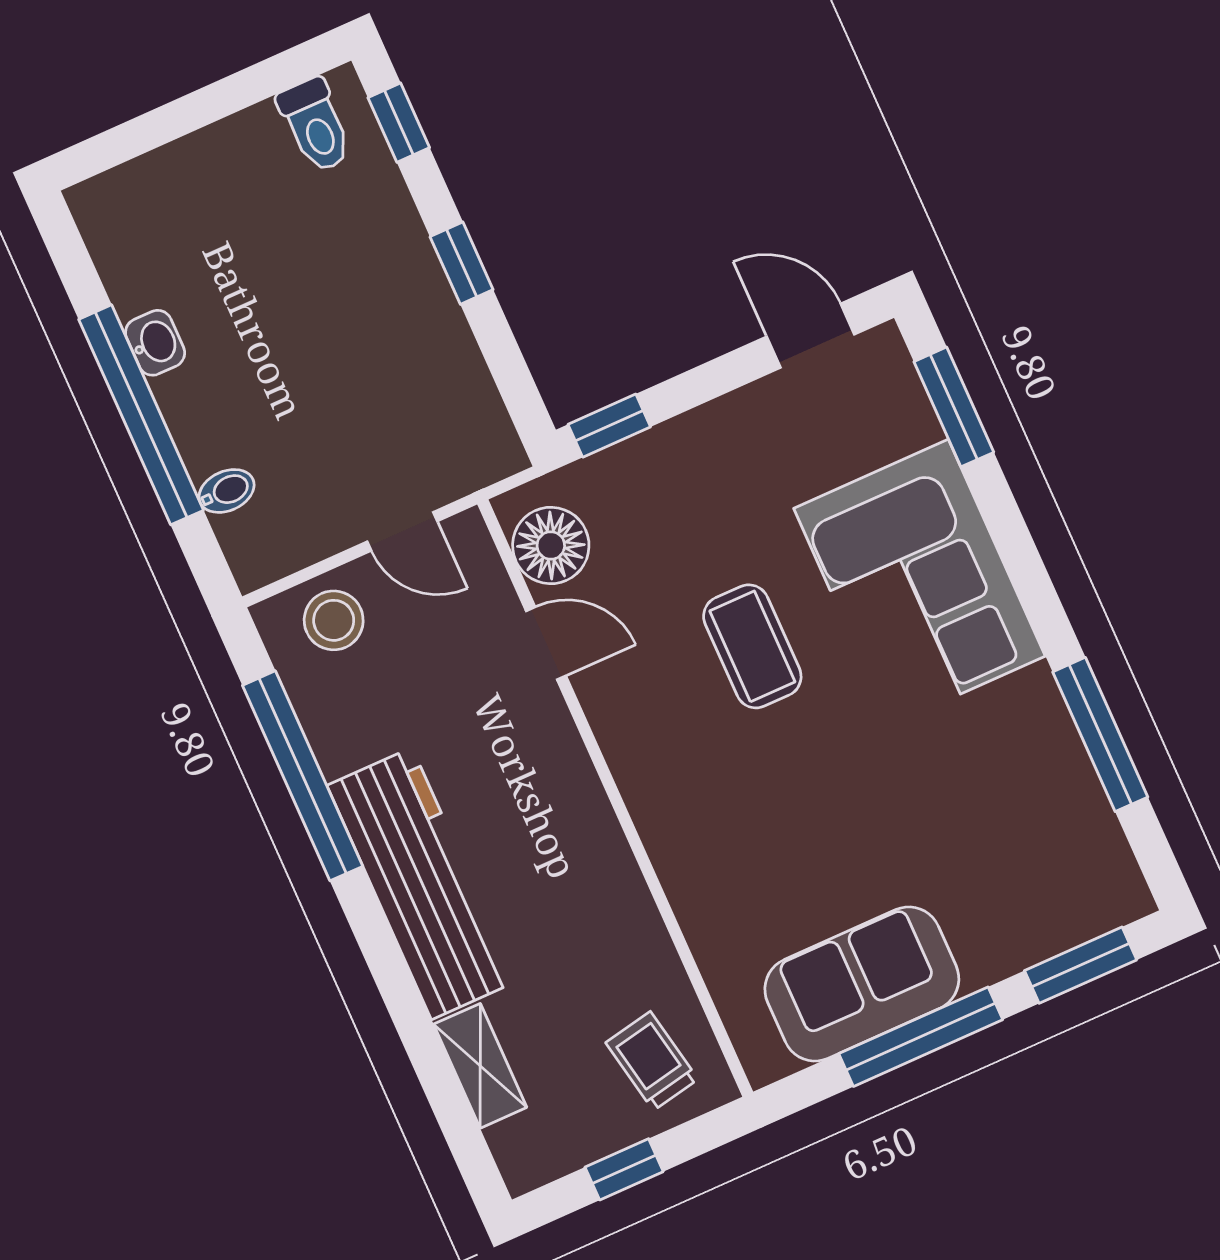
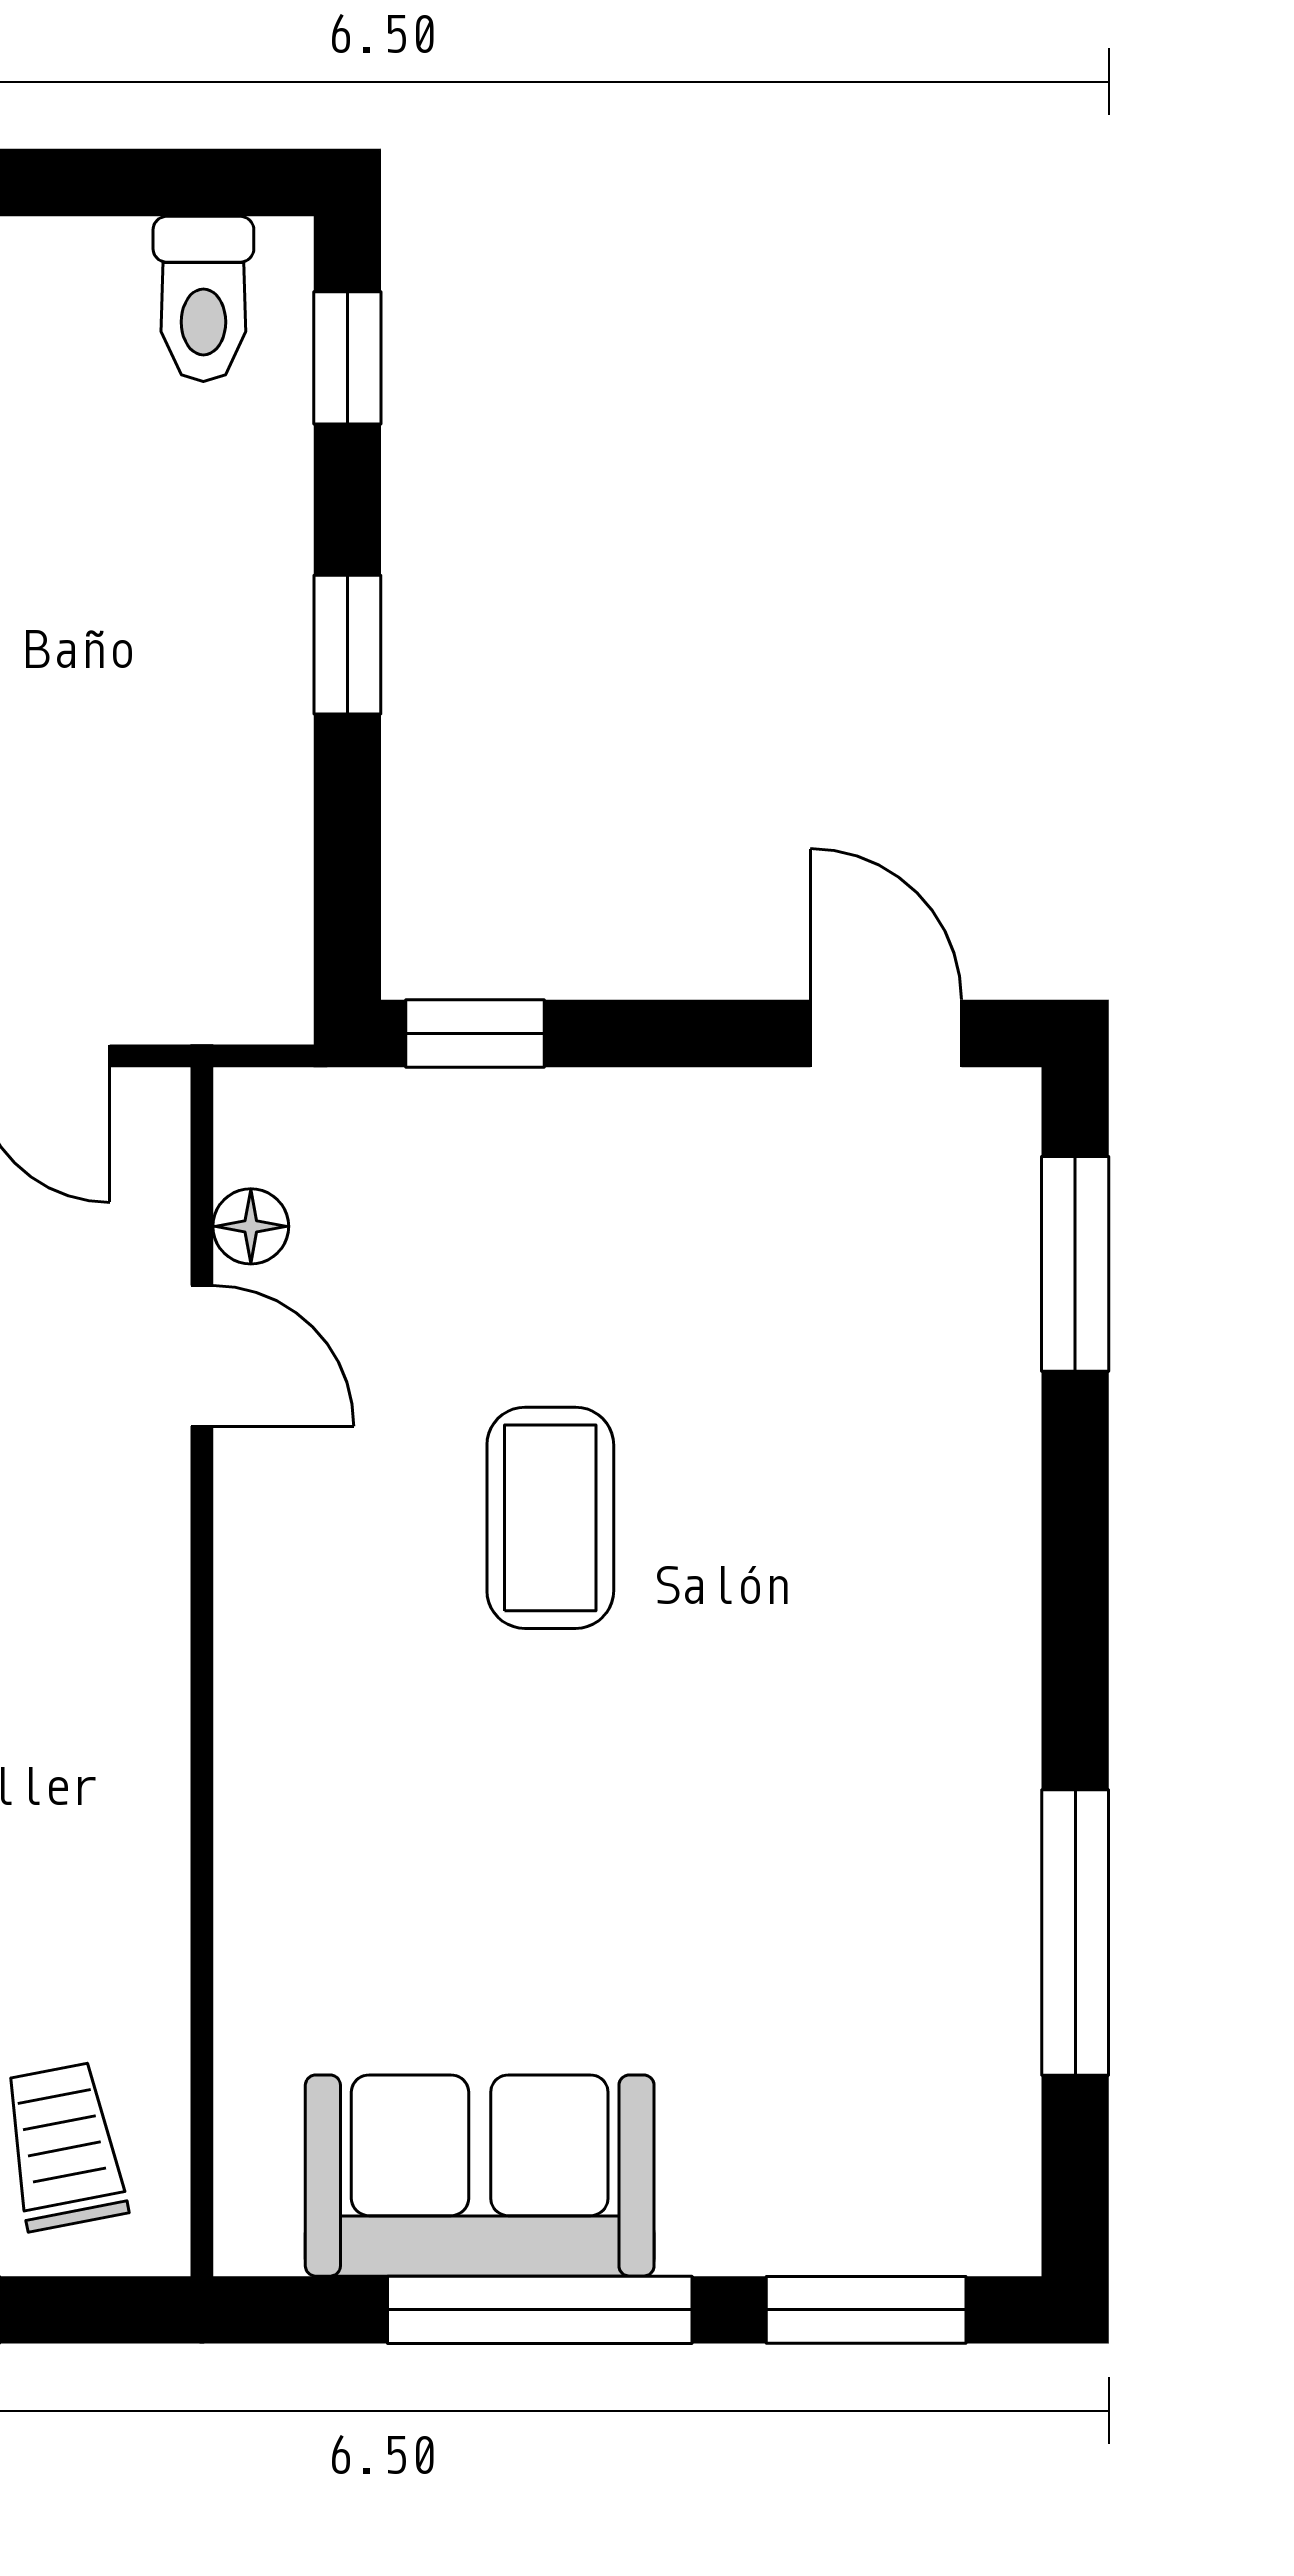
floor lamp: (551, 546) -> (251, 1226), width x0.53, depth x0.53
corner sofa: (919, 582) -> (883, 1536), removed

